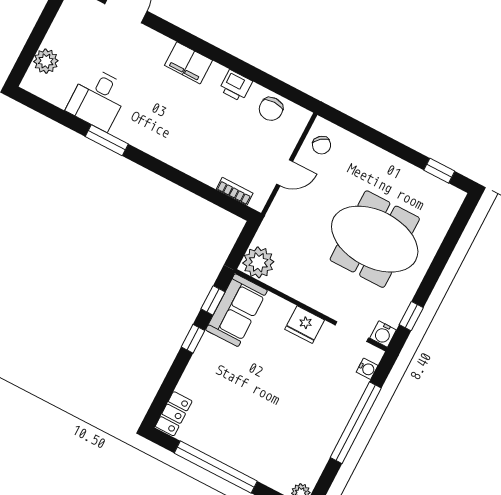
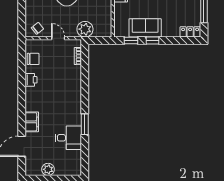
plant: (46, 61) -> (48, 169), moved
filing cabinet: (188, 63) -> (32, 122), moved
plant: (258, 262) -> (85, 29), moved
sofa: (236, 310) -> (145, 28), moved

